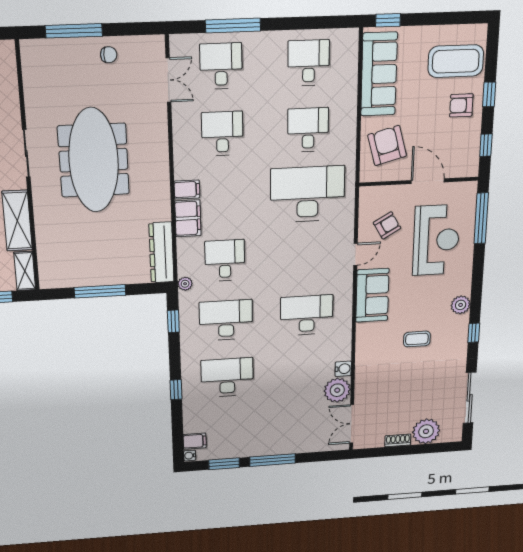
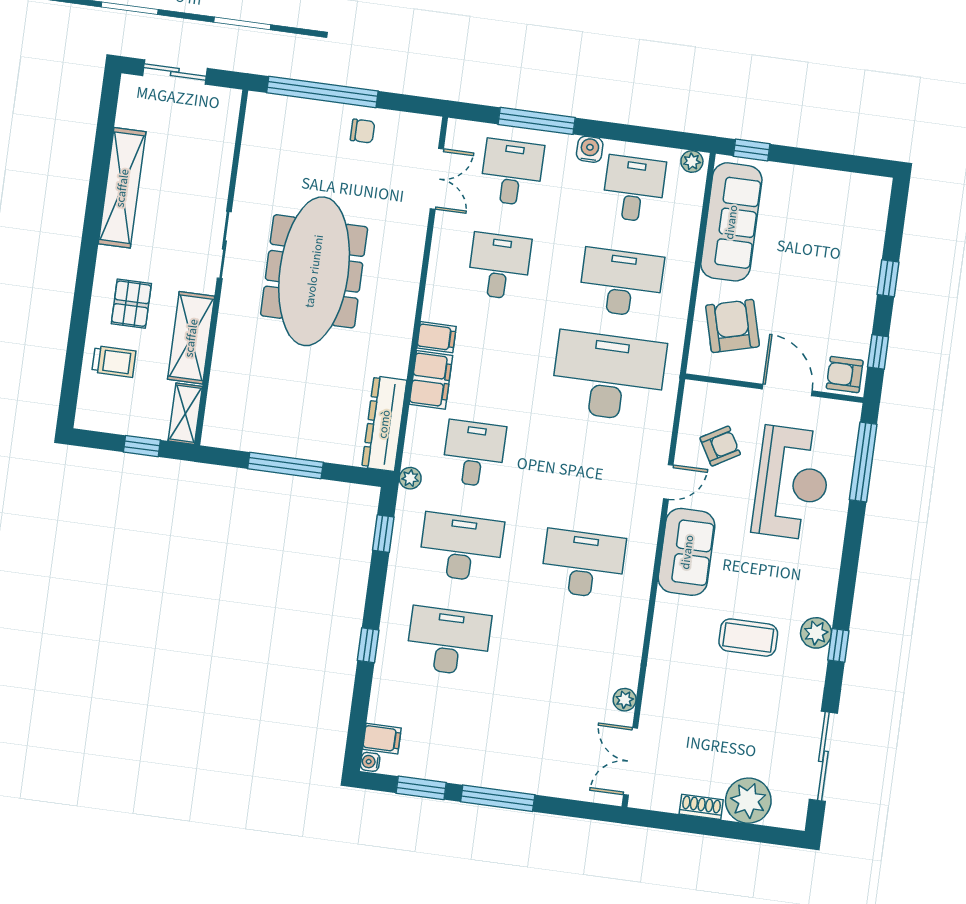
window: (74, 31) -> (322, 92), width x1.46
plant: (347, 36) -> (692, 161), added
coffee table: (456, 61) -> (843, 223), removed
armchair: (461, 105) -> (845, 374), moved
desk: (308, 130) -> (621, 283), width x1.37
plant: (461, 305) -> (816, 633), moved
coffee table: (417, 339) -> (748, 638), width x1.36, depth x1.30
water cooler: (343, 369) -> (590, 149), moved, turned -90
plant: (337, 390) -> (625, 700), width x0.53, depth x0.53

